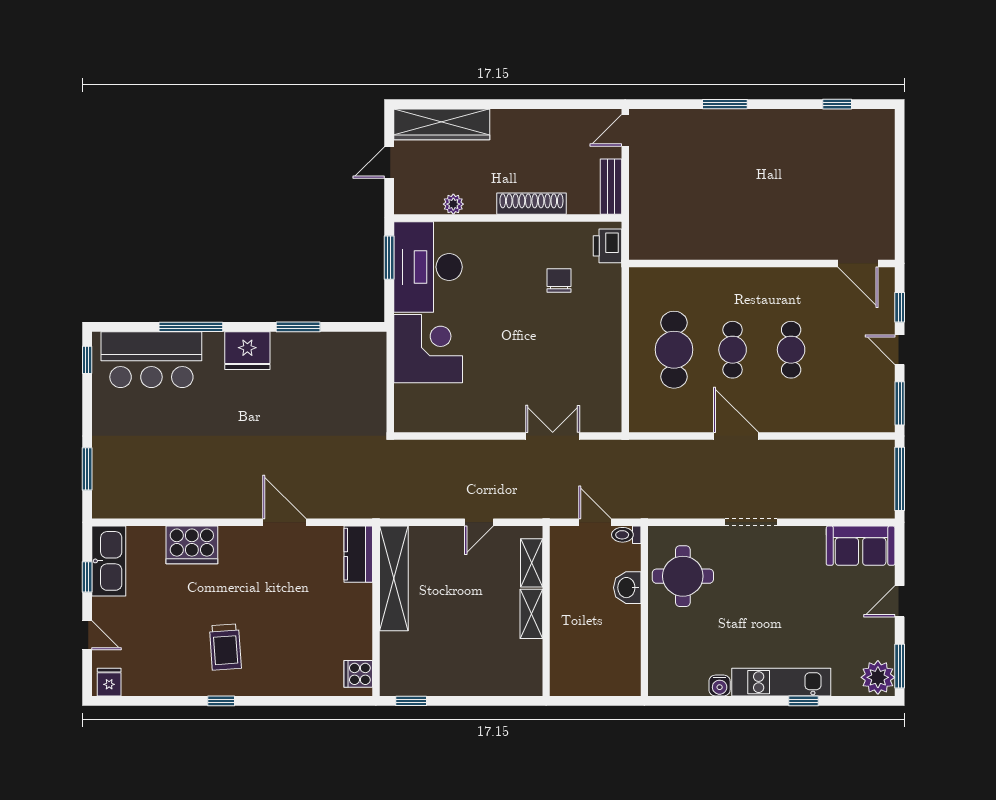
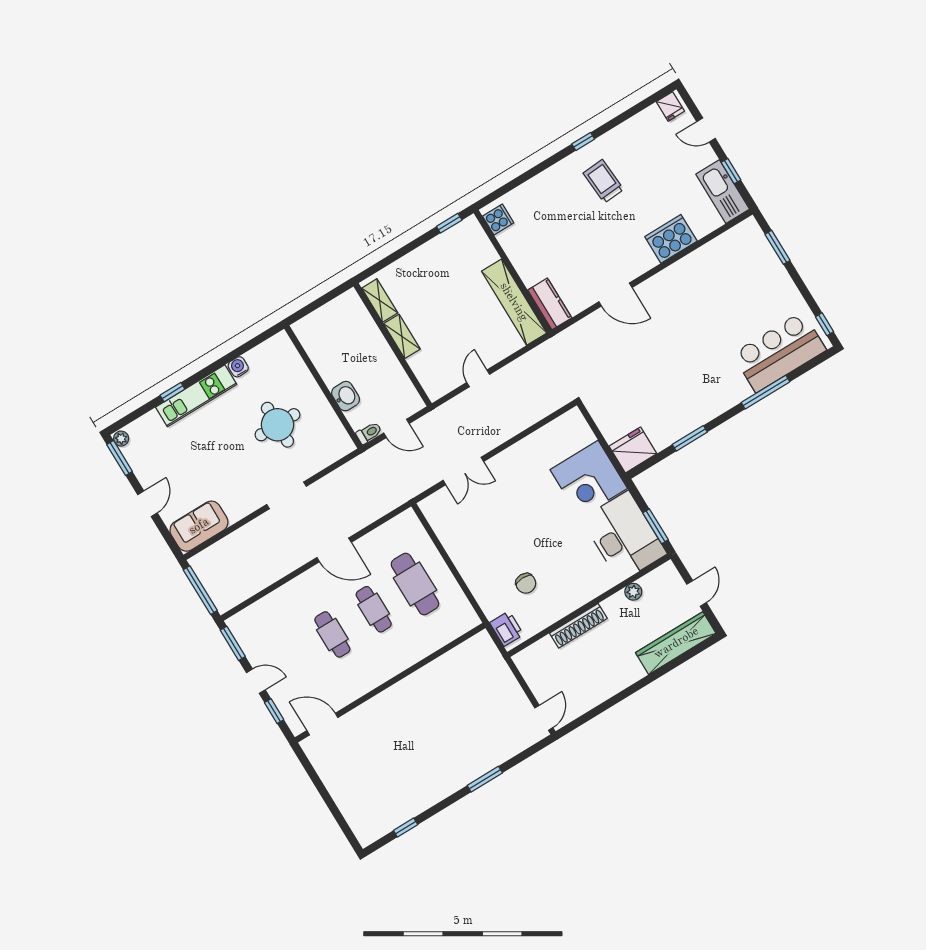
bench: (611, 187) -> (530, 672), removed
fridge: (247, 351) -> (633, 450), moved
shelving: (532, 563) -> (380, 301), moved
round table: (683, 576) -> (277, 425), moved
plant: (878, 677) -> (121, 439), width x0.53, depth x0.53

